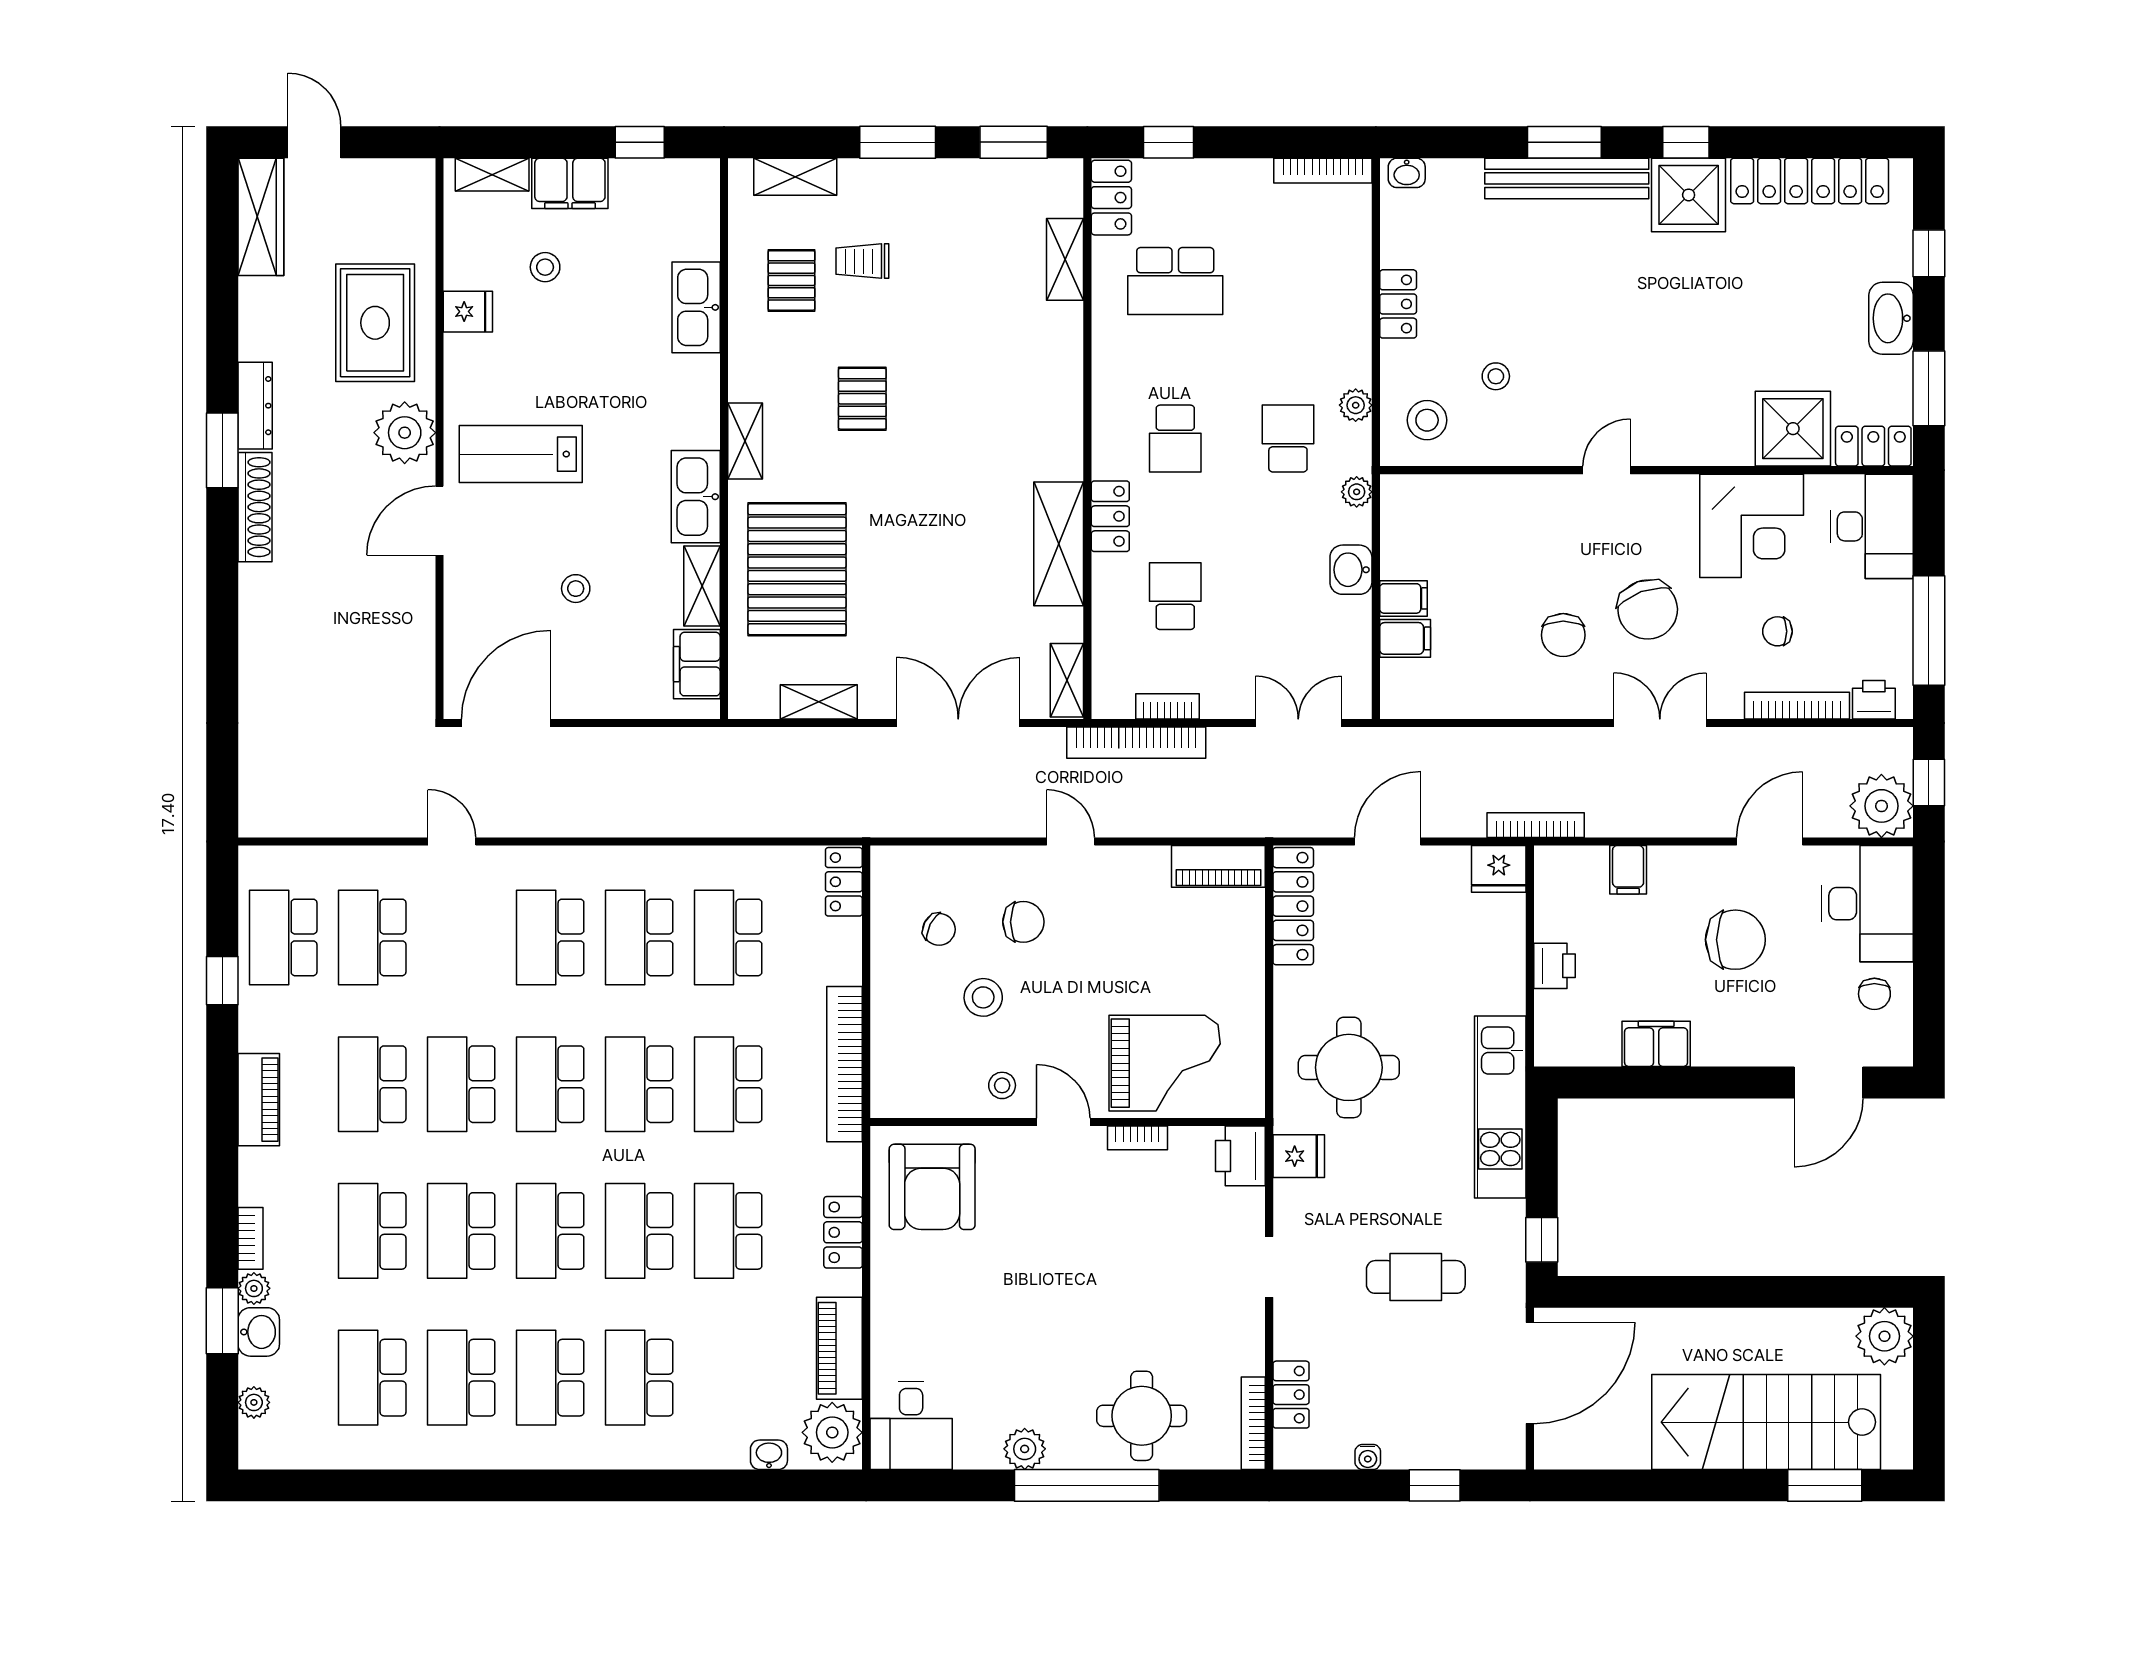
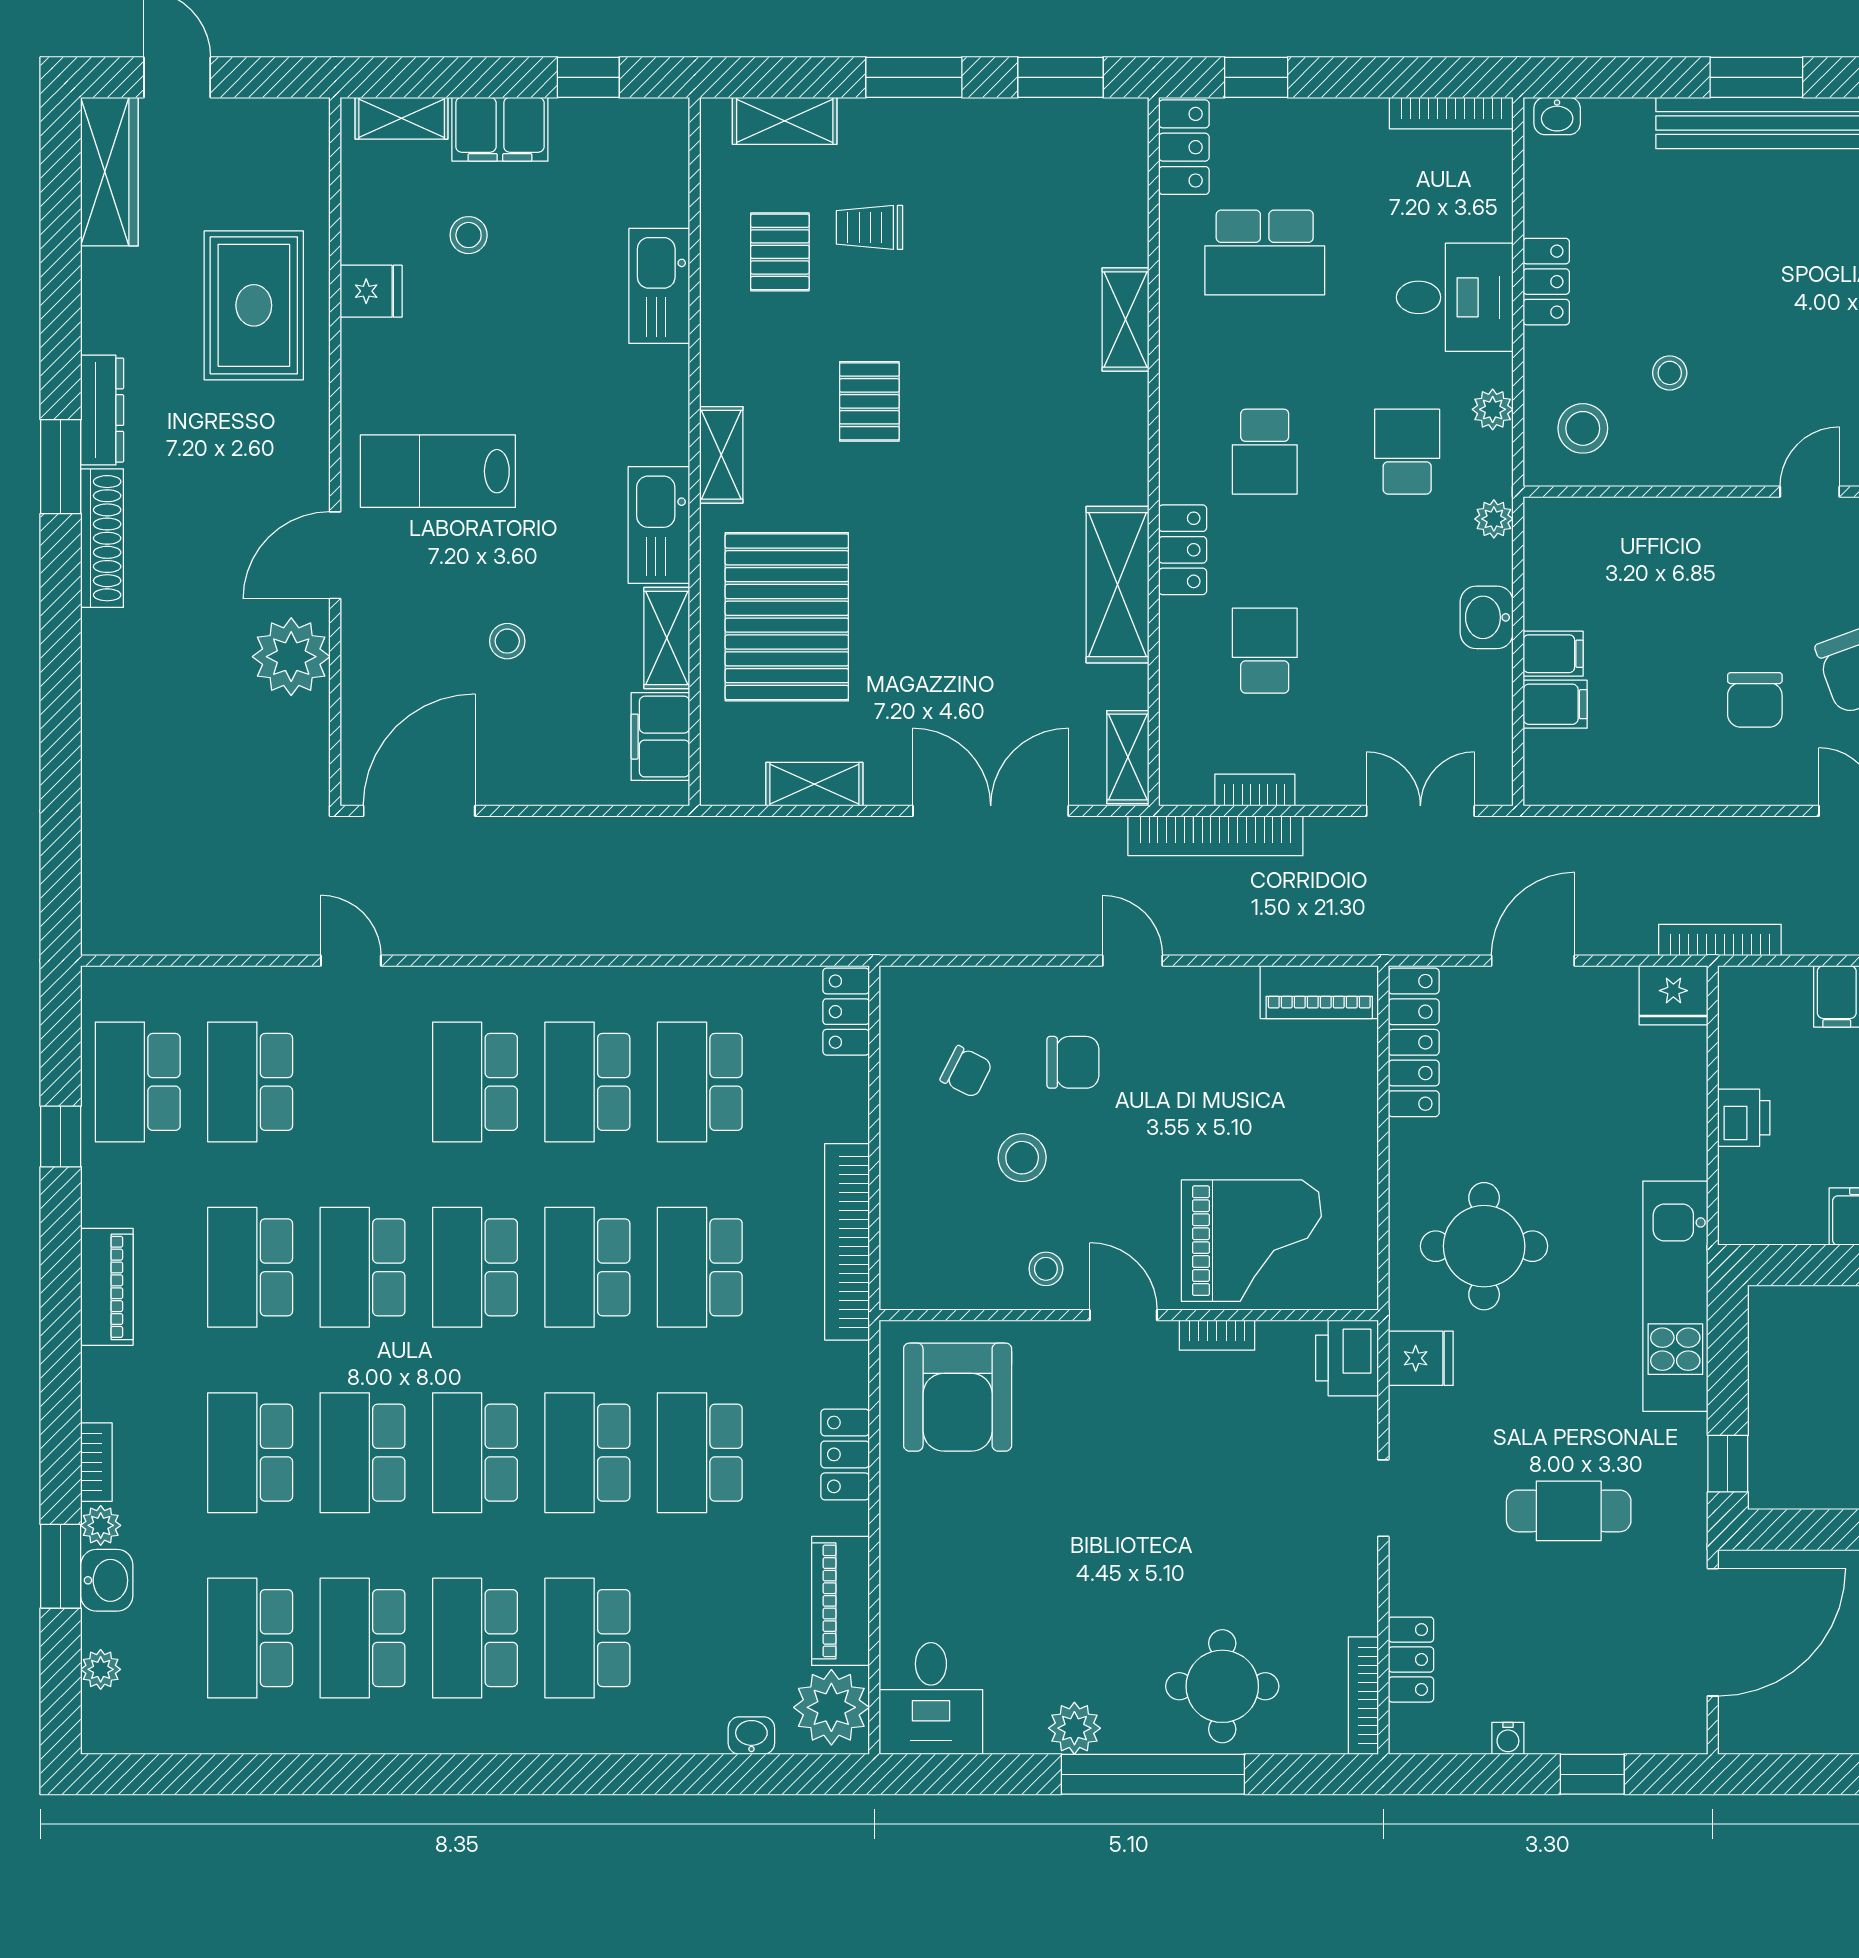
shelving: (1065, 259) -> (1126, 319), moved
desk: (1326, 316) -> (1455, 297), added
plant: (405, 433) -> (291, 657), moved

